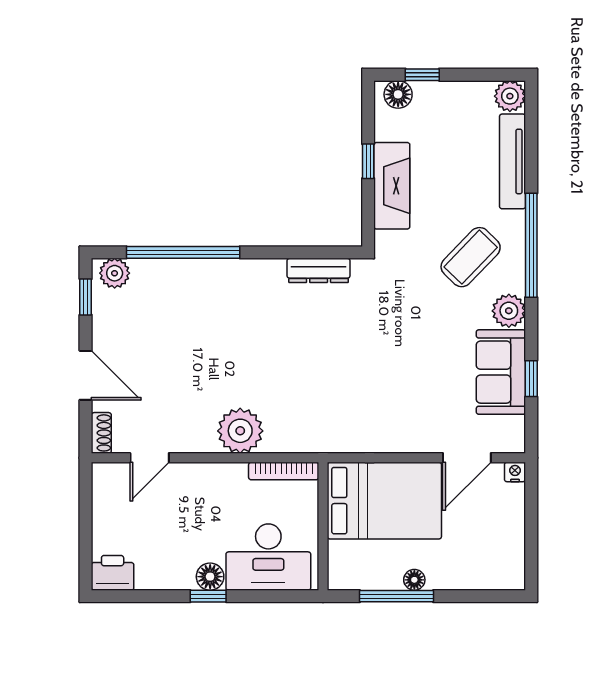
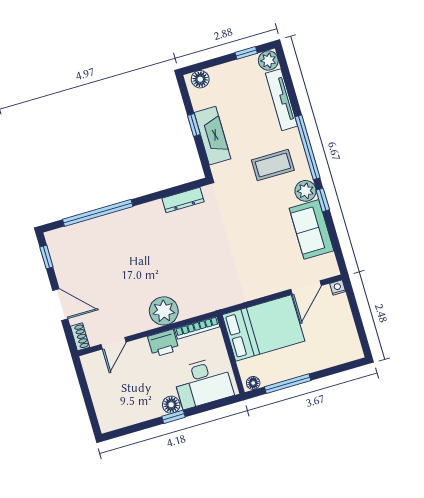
window: (422, 75) -> (246, 53), moved
coffee table: (471, 257) -> (273, 165), turned 46
plant: (115, 273) -> (60, 238), removed
window: (531, 379) -> (323, 200), moved
printer: (113, 573) -> (163, 343), moved, turned 180
floor lamp: (414, 580) -> (253, 383), moved

